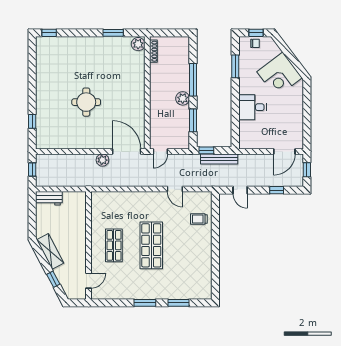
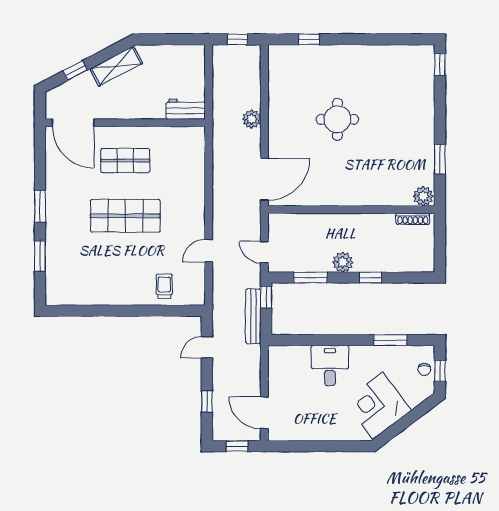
window: (193, 80) -> (370, 278), width x0.46
door: (160, 151) -> (264, 252), moved
plant: (102, 160) -> (252, 119), moved
workbench: (49, 198) -> (186, 109), moved, turned 90
door: (89, 281) -> (73, 123), width x1.87

